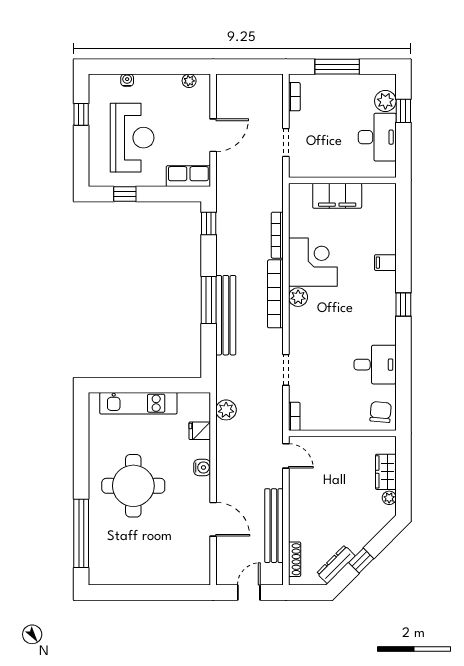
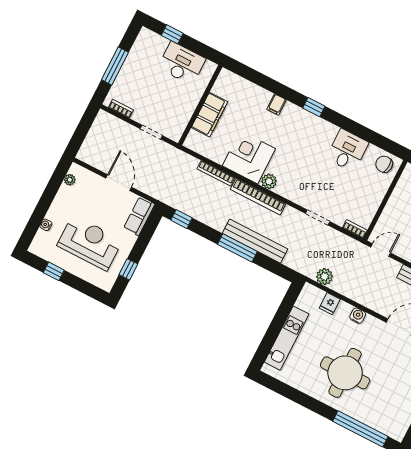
plant: (385, 101) -> (158, 44), removed

